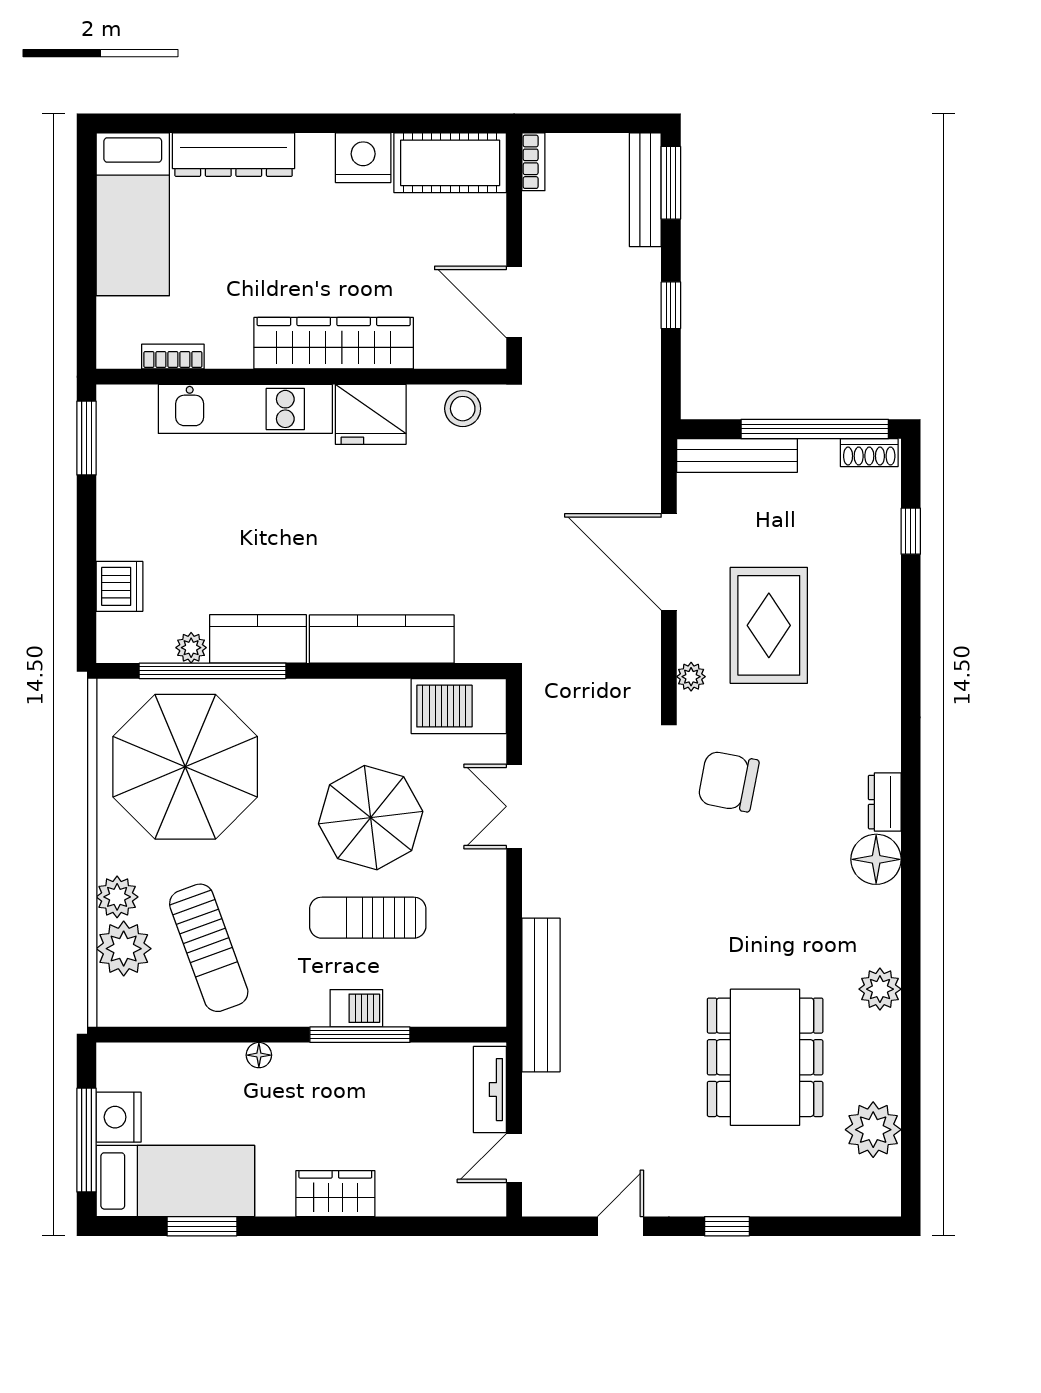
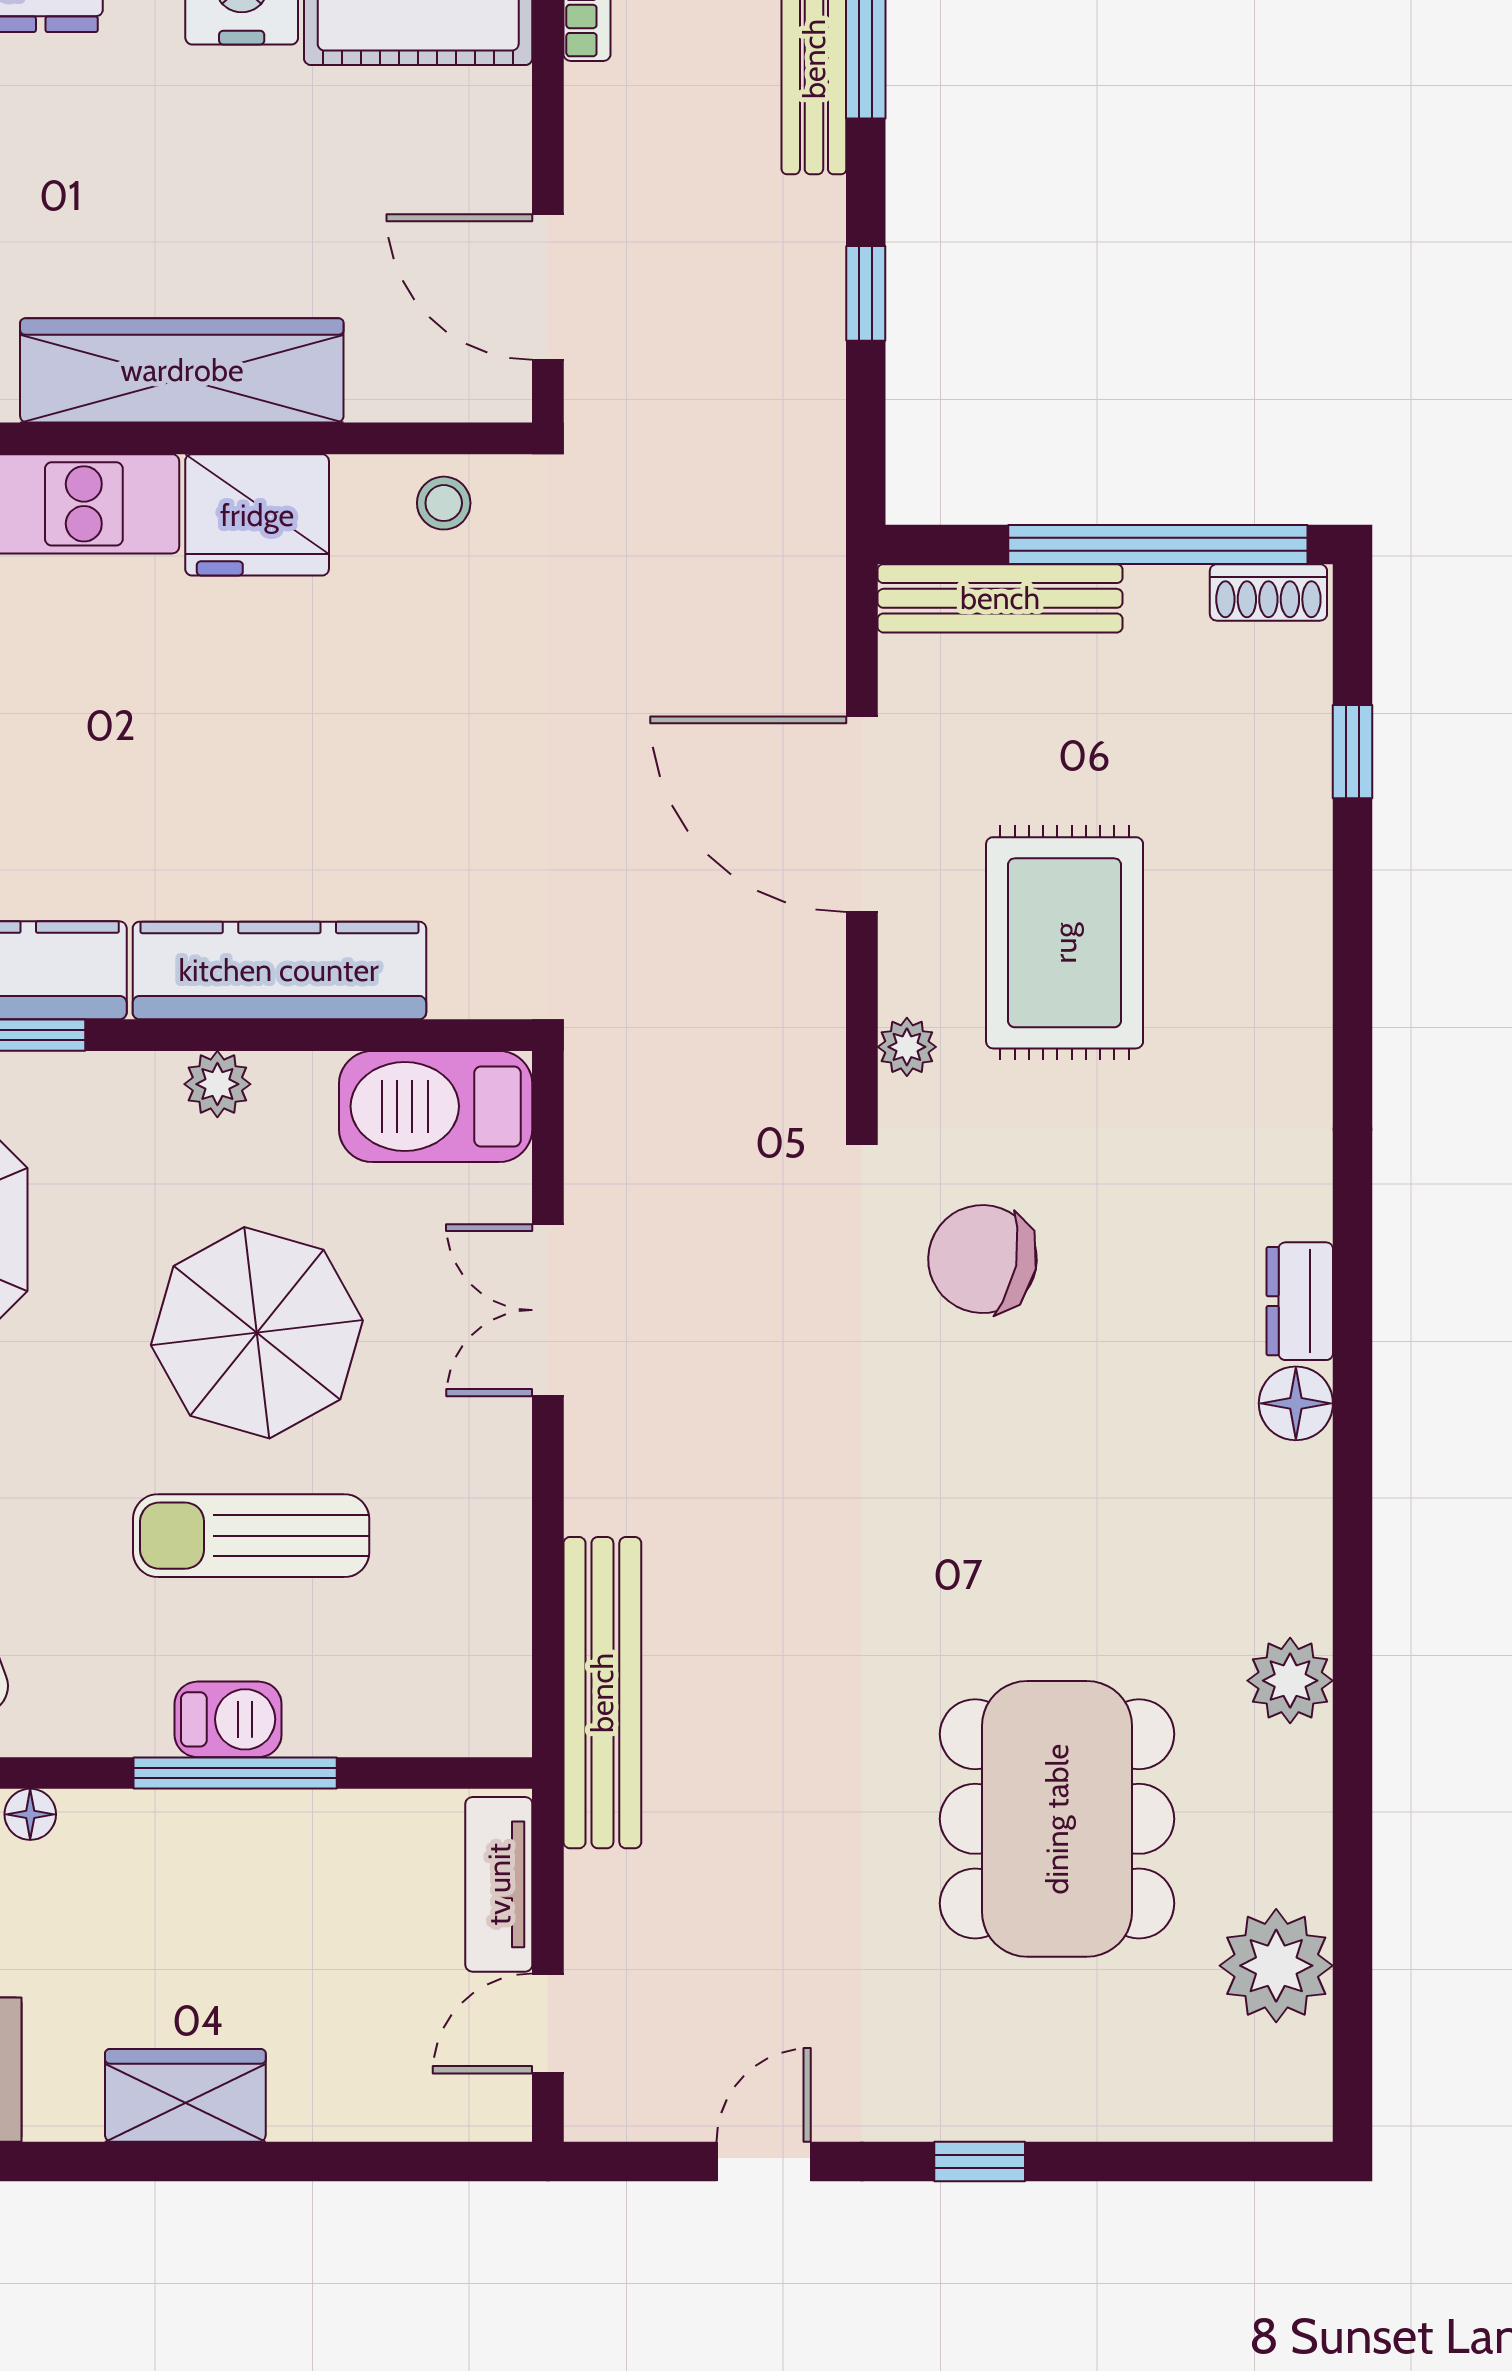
stool: (463, 409) -> (444, 503), width x0.73, depth x0.73
plant: (351, 695) -> (217, 1084), added
floor lamp: (876, 859) -> (1296, 1403), width x0.73, depth x0.73

